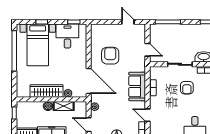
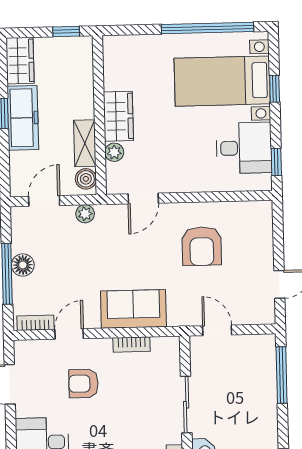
door: (147, 50) -> (217, 330), swing flipped
armchair: (110, 56) -> (202, 246), turned 90
door: (89, 81) -> (143, 198), width x0.53
armchair: (187, 88) -> (83, 384), moved
wardrobe: (47, 91) -> (118, 116), width x0.67
boiler: (48, 106) -> (86, 179), moved

